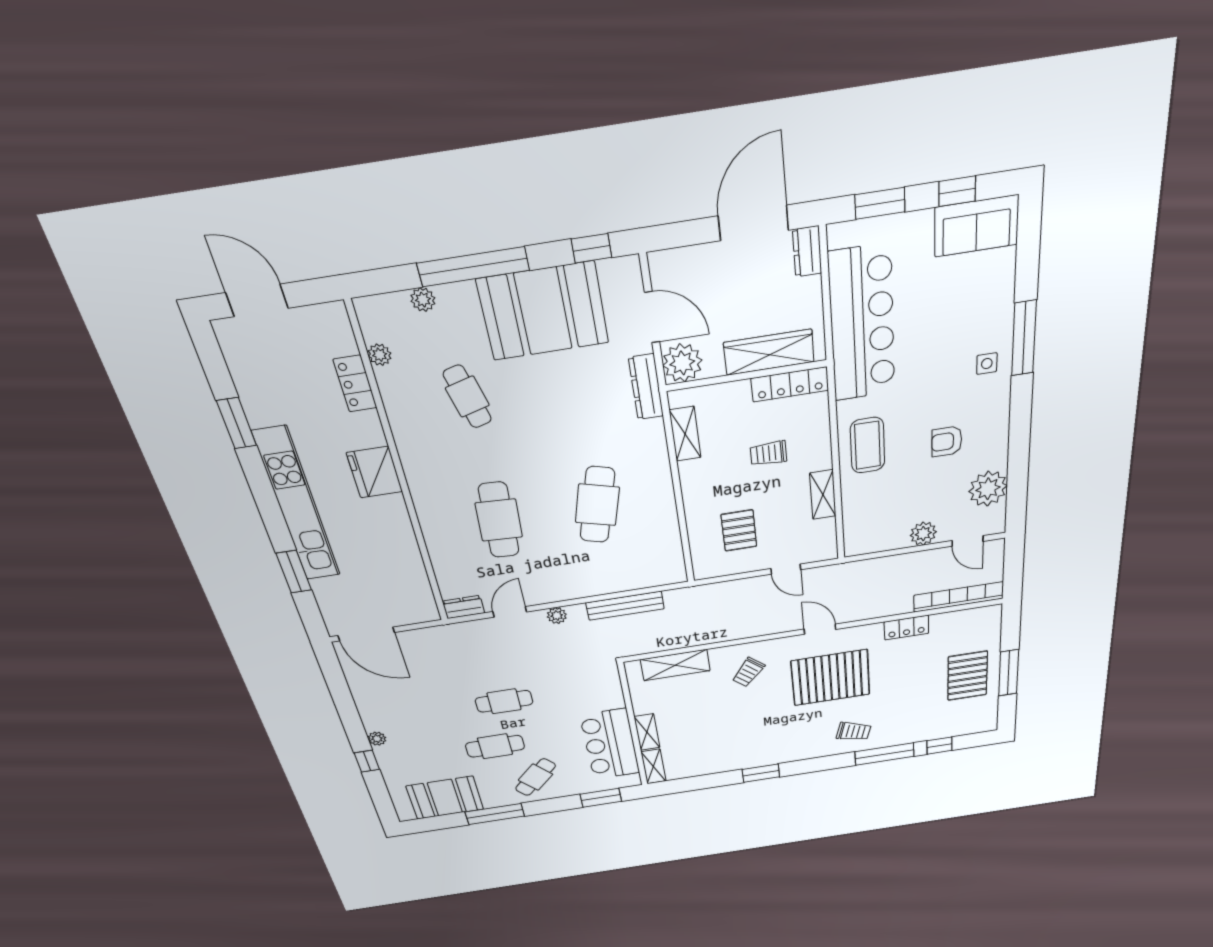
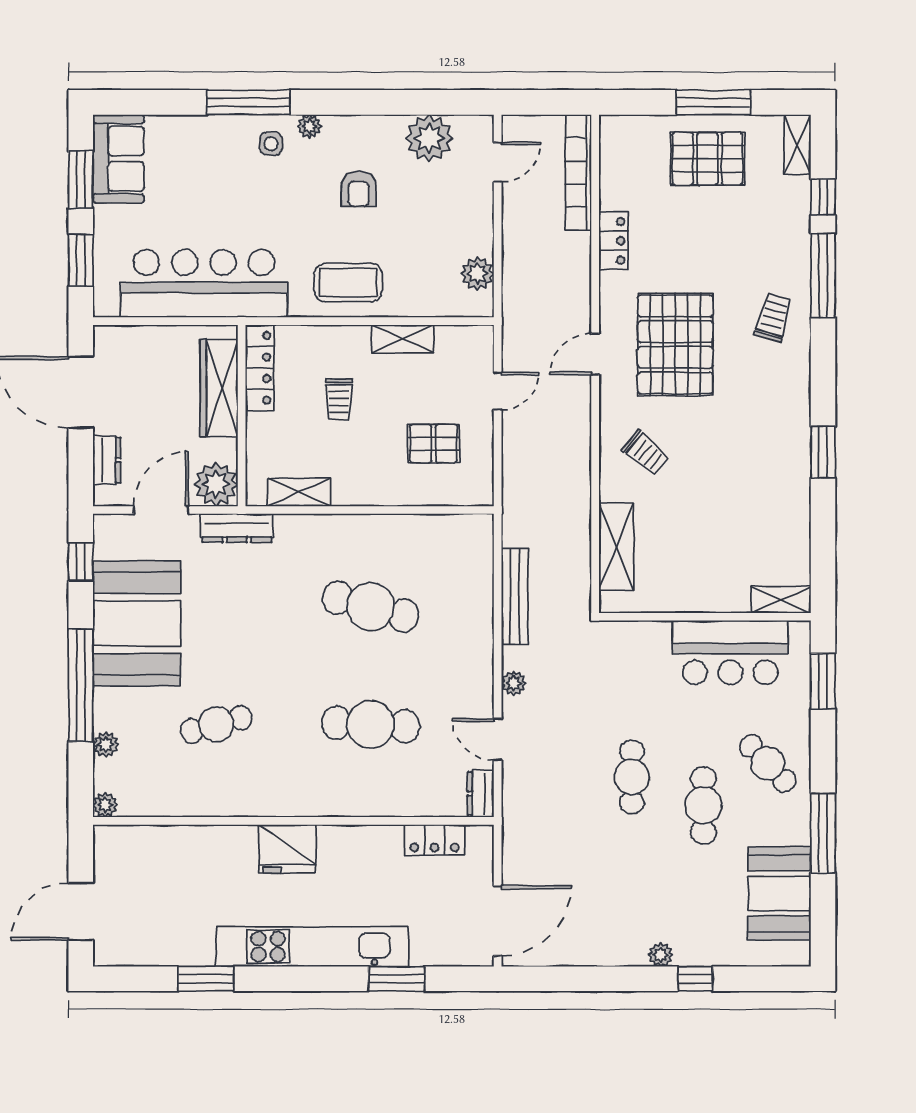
window: (957, 191) -> (81, 180), width x1.50
dresser: (807, 251) -> (107, 460), moved, turned -90
plant: (380, 355) -> (105, 805), moved
locker: (355, 384) -> (435, 840), moved
plant: (1001, 393) -> (309, 126), added
plant: (923, 534) -> (477, 274), moved
shelving: (647, 732) -> (797, 144), moved, turned 90

